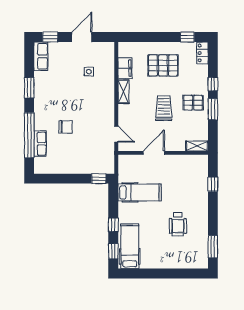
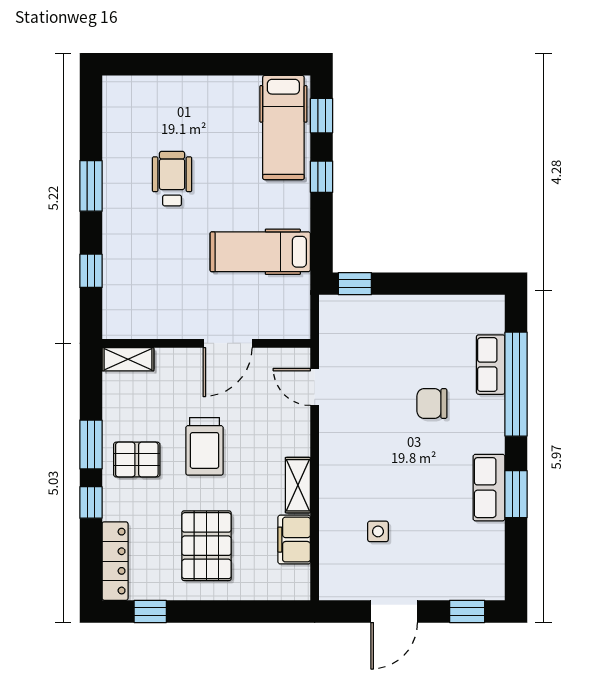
locker: (202, 53) -> (115, 561), width x1.53
row of seats: (41, 56) -> (489, 488), moved
pallet: (163, 65) -> (207, 546), turned 90
window: (213, 247) -> (91, 186), moved

